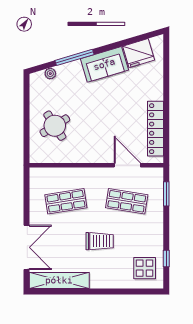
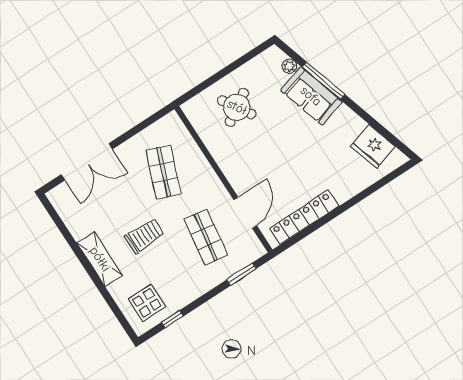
sofa: (104, 64) -> (311, 96), moved
shop shelf: (66, 201) -> (164, 172), turned 30
trolley: (100, 241) -> (144, 236), turned -90
shelving: (59, 280) -> (100, 259), moved, width x0.68

